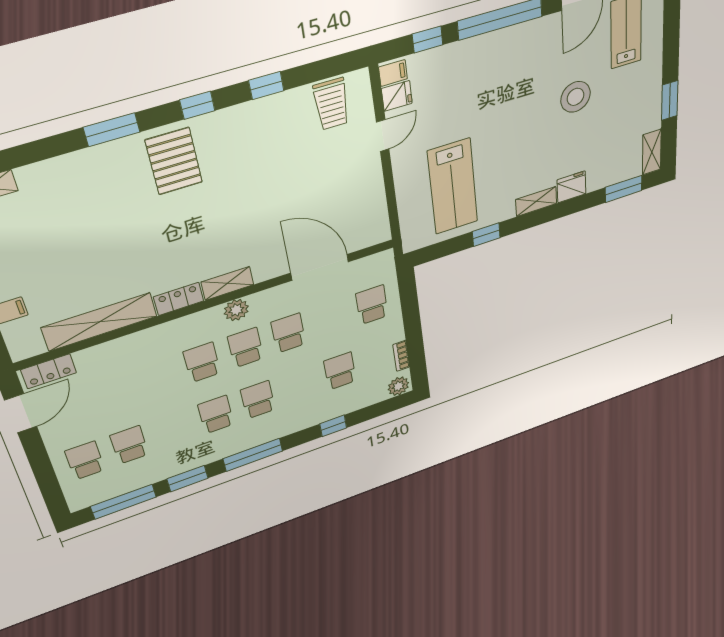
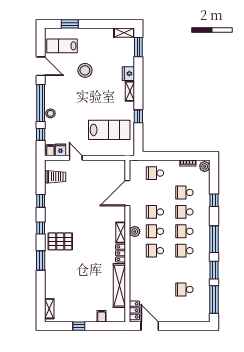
stool: (478, 49) -> (50, 113), added
window: (670, 100) -> (70, 24), moved
school desk: (85, 461) -> (184, 212), moved

